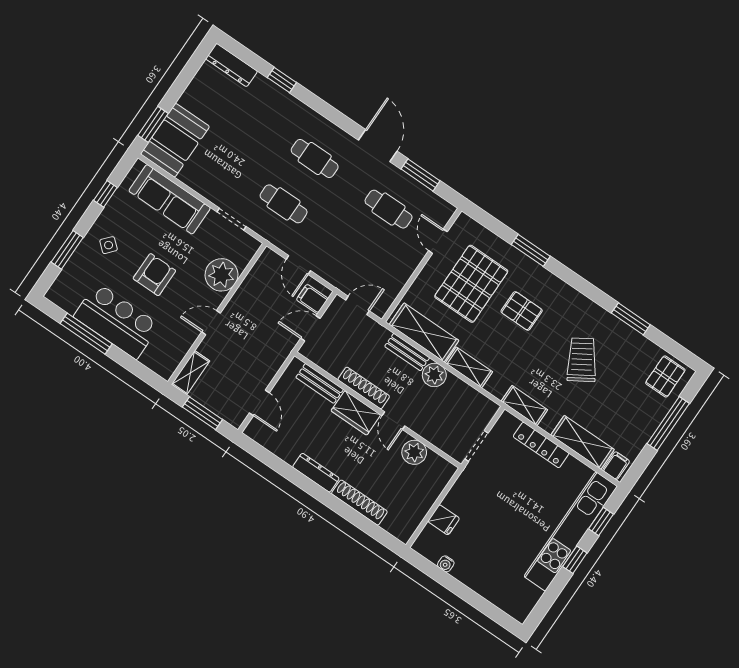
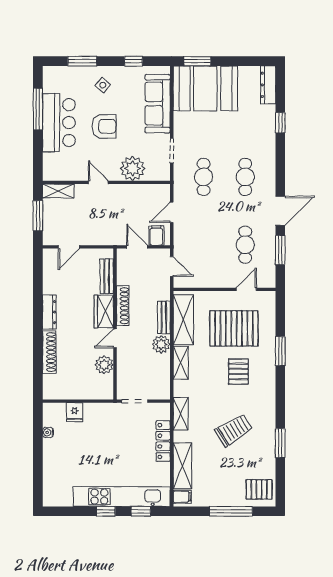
booth: (175, 140) -> (205, 88), width x1.36, depth x1.42

